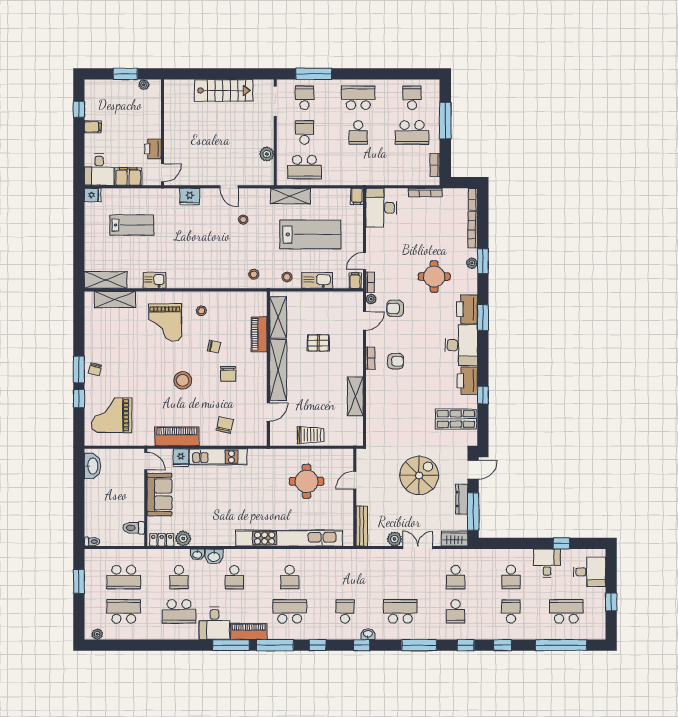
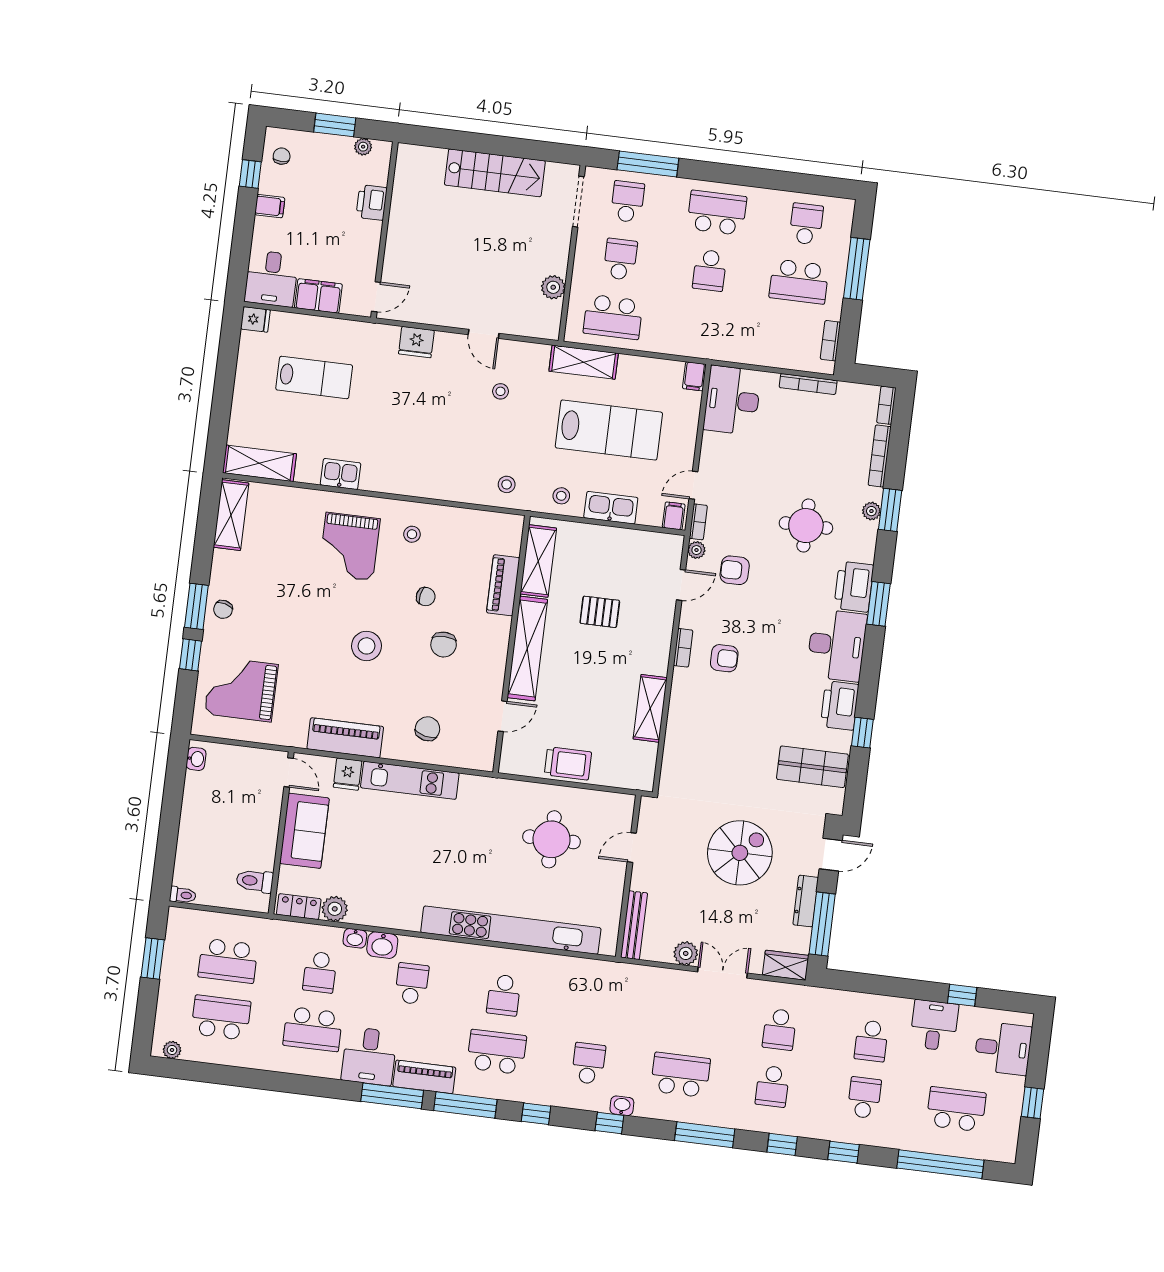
chair: (96, 96) -> (282, 156), added
printer: (153, 149) -> (372, 203), moved
shelving: (115, 299) -> (231, 515), moved, turned 90
washbasin: (92, 466) -> (196, 759), width x0.52, depth x0.69
school desk: (234, 577) -> (412, 984), turned 180

